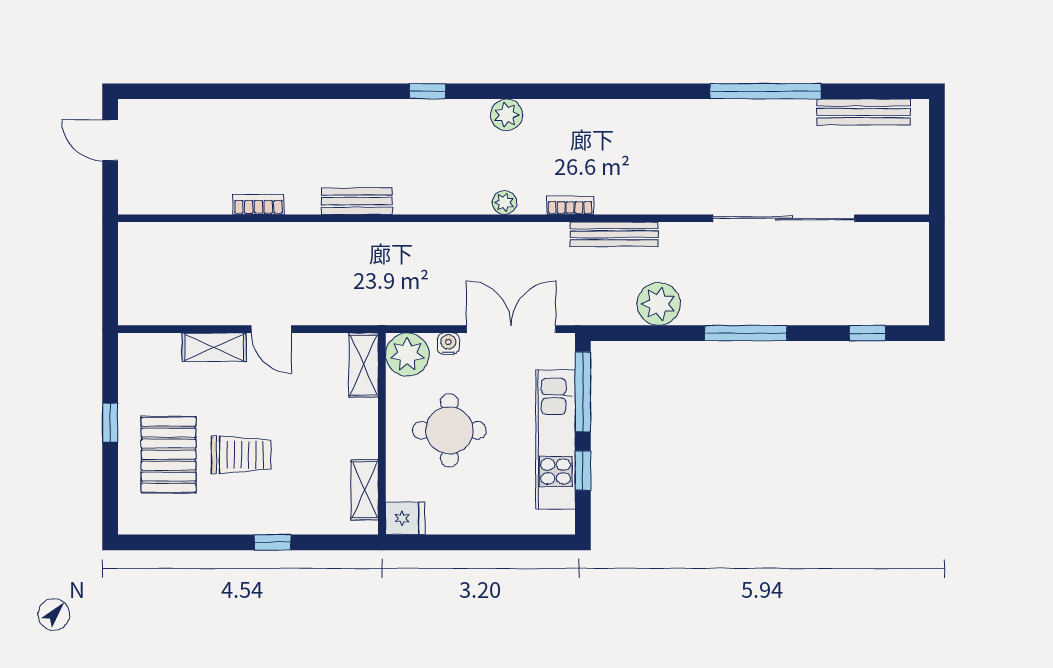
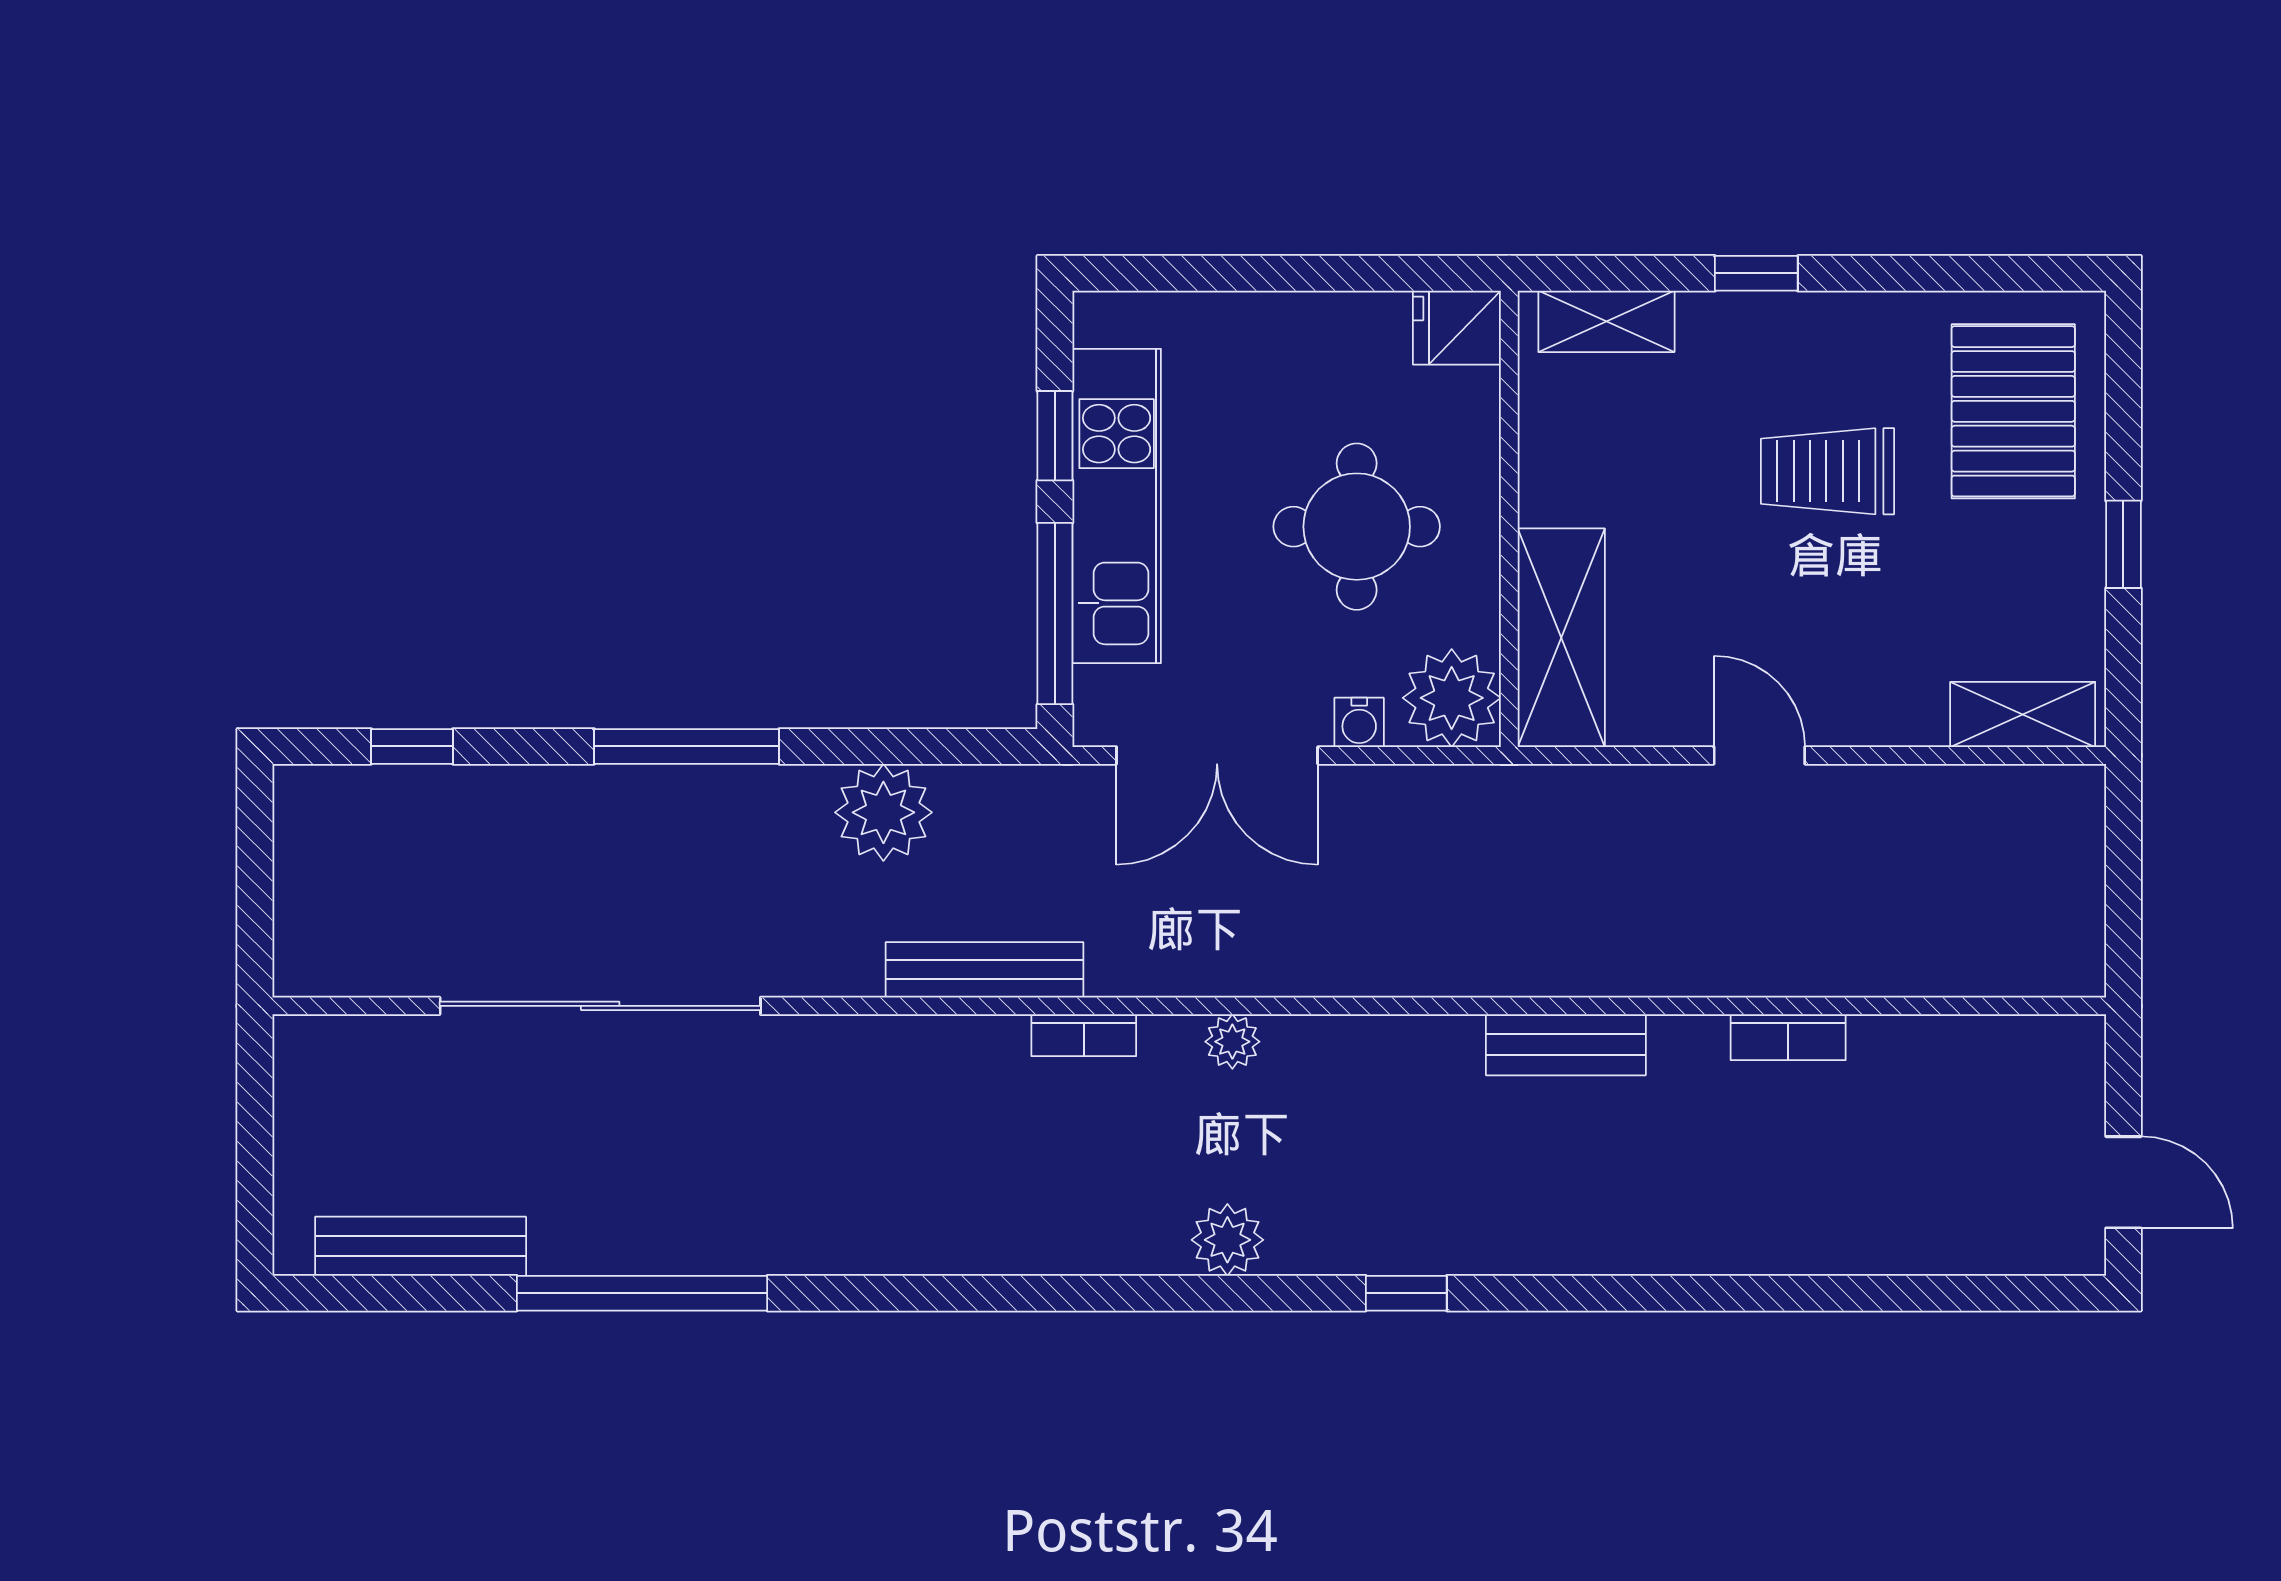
shelving: (214, 347) -> (2023, 714), moved
shelving: (364, 365) -> (1561, 638), width x1.50, depth x1.33
pallet: (169, 455) -> (2013, 411), moved
shelving: (365, 490) -> (1606, 321), moved, turned 90

